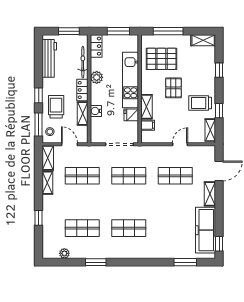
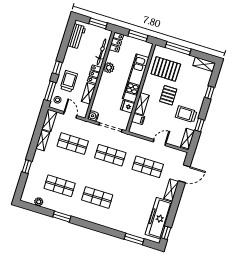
workbench: (49, 58) -> (77, 36), width x0.73
water cooler: (96, 111) -> (93, 116), moved

